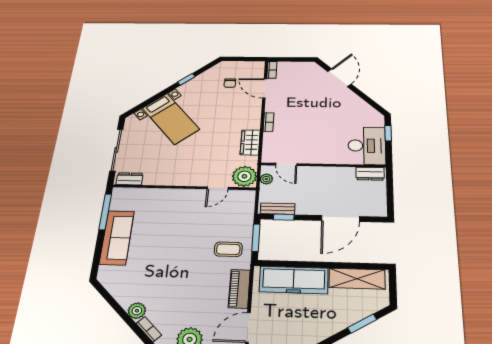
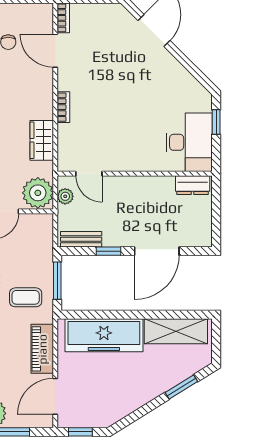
window: (284, 217) -> (108, 251), moved

